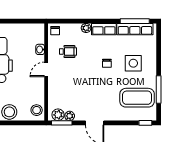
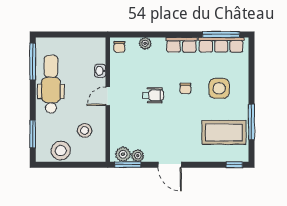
plant: (86, 28) -> (145, 43), moved
wheelchair: (68, 51) -> (153, 95), moved
stool: (37, 110) -> (85, 130), moved

